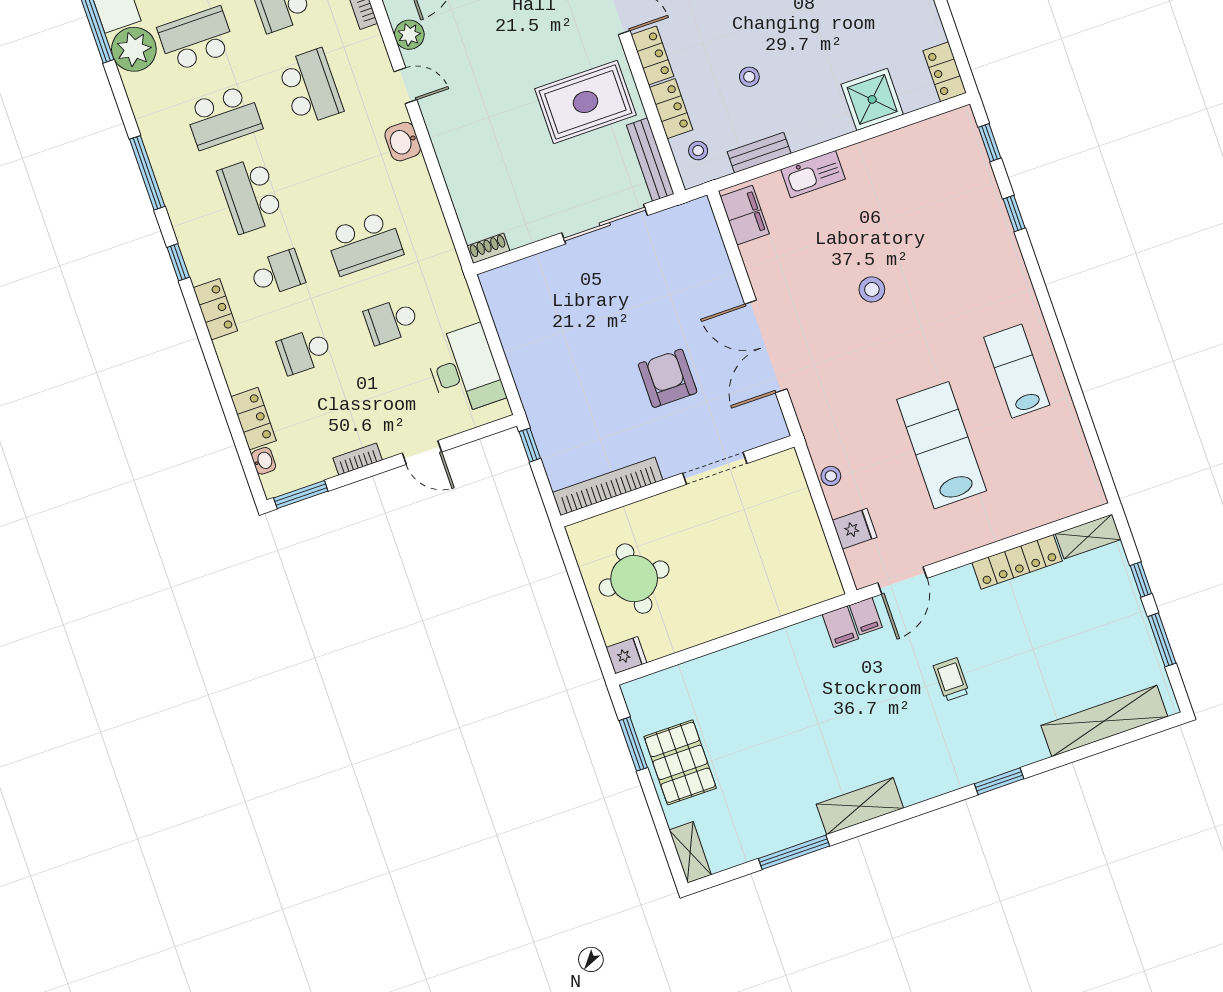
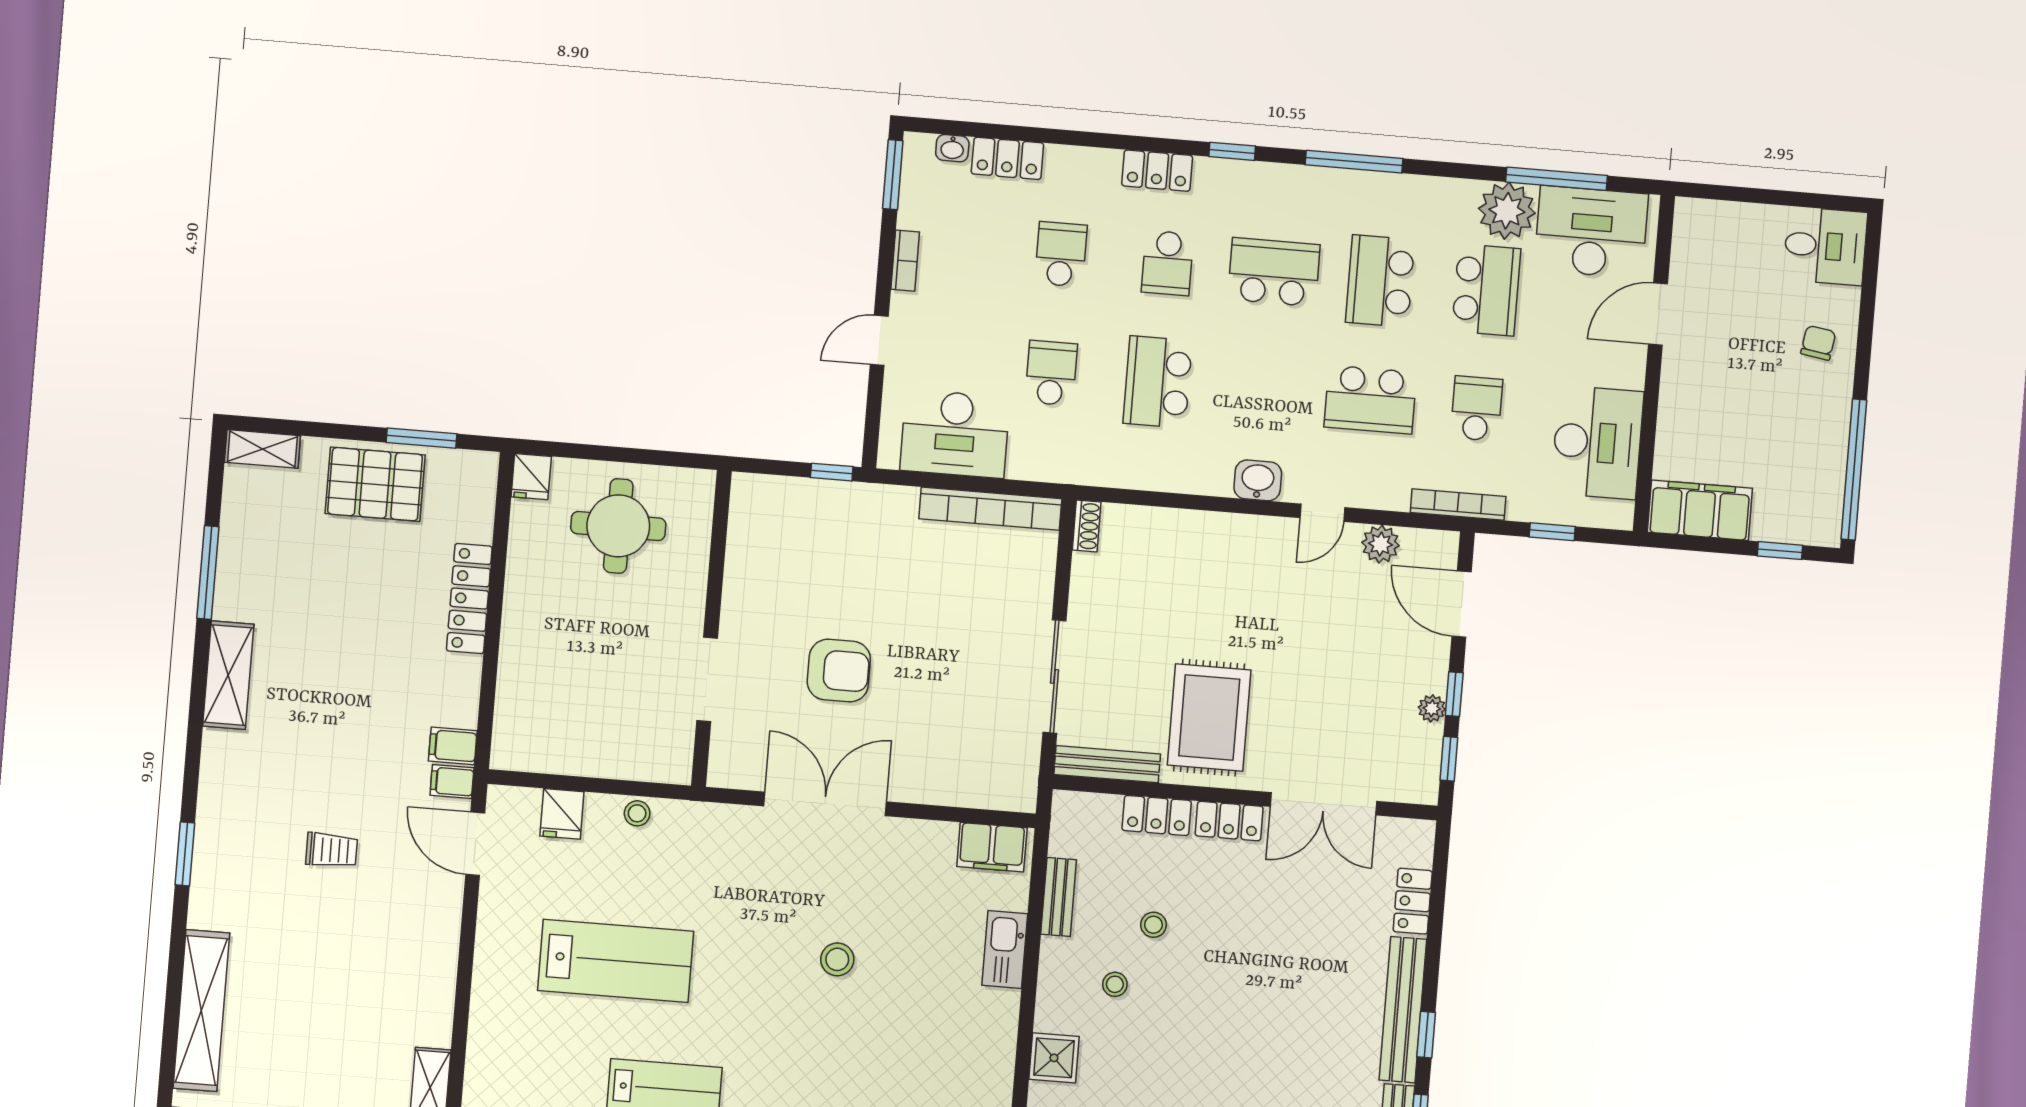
shower: (872, 99) -> (1054, 1058), width x0.73, depth x0.73
stool: (698, 151) -> (1115, 984), moved
bookcase: (608, 486) -> (990, 509), moved, turned 90
locker: (1017, 562) -> (469, 599), moved

